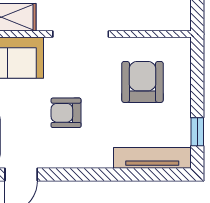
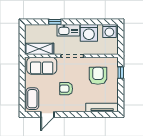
window: (197, 132) -> (121, 73), moved

